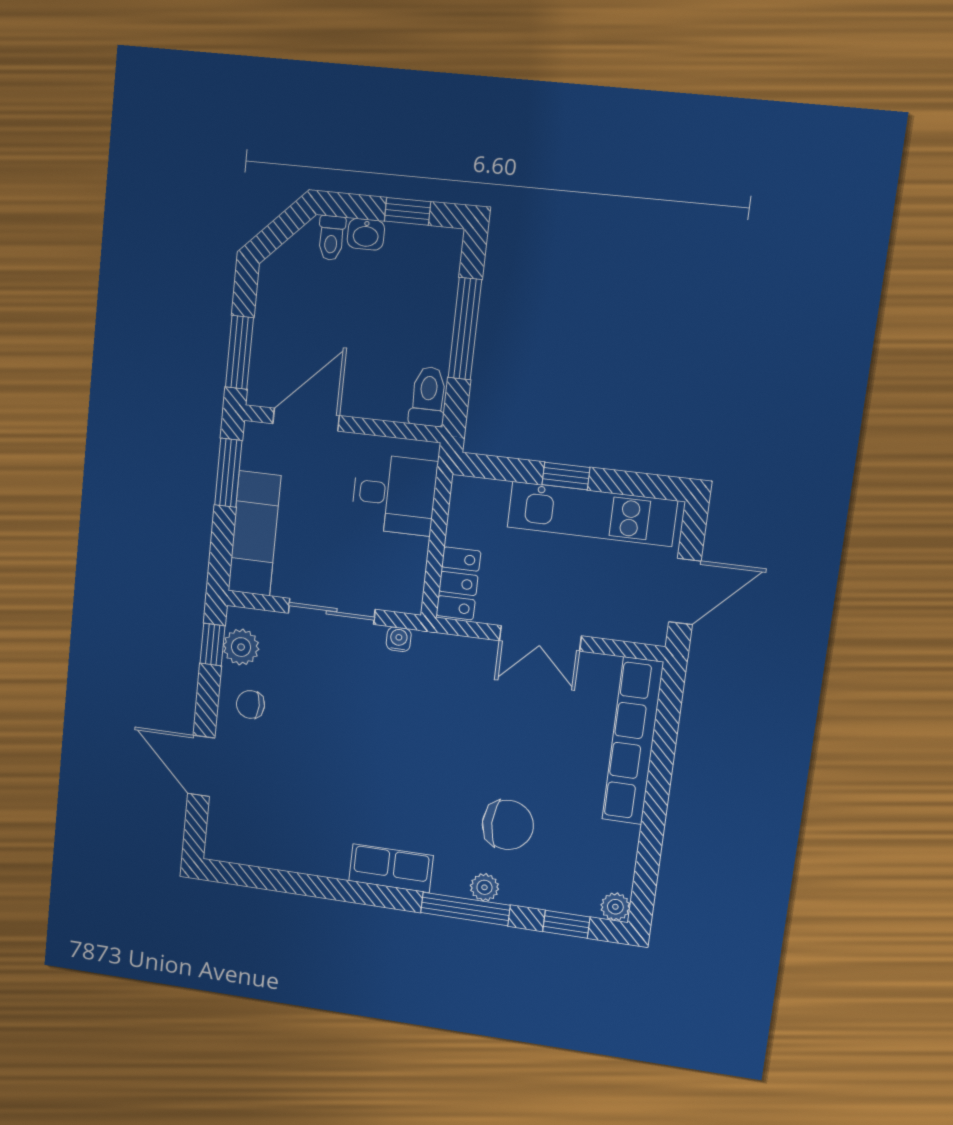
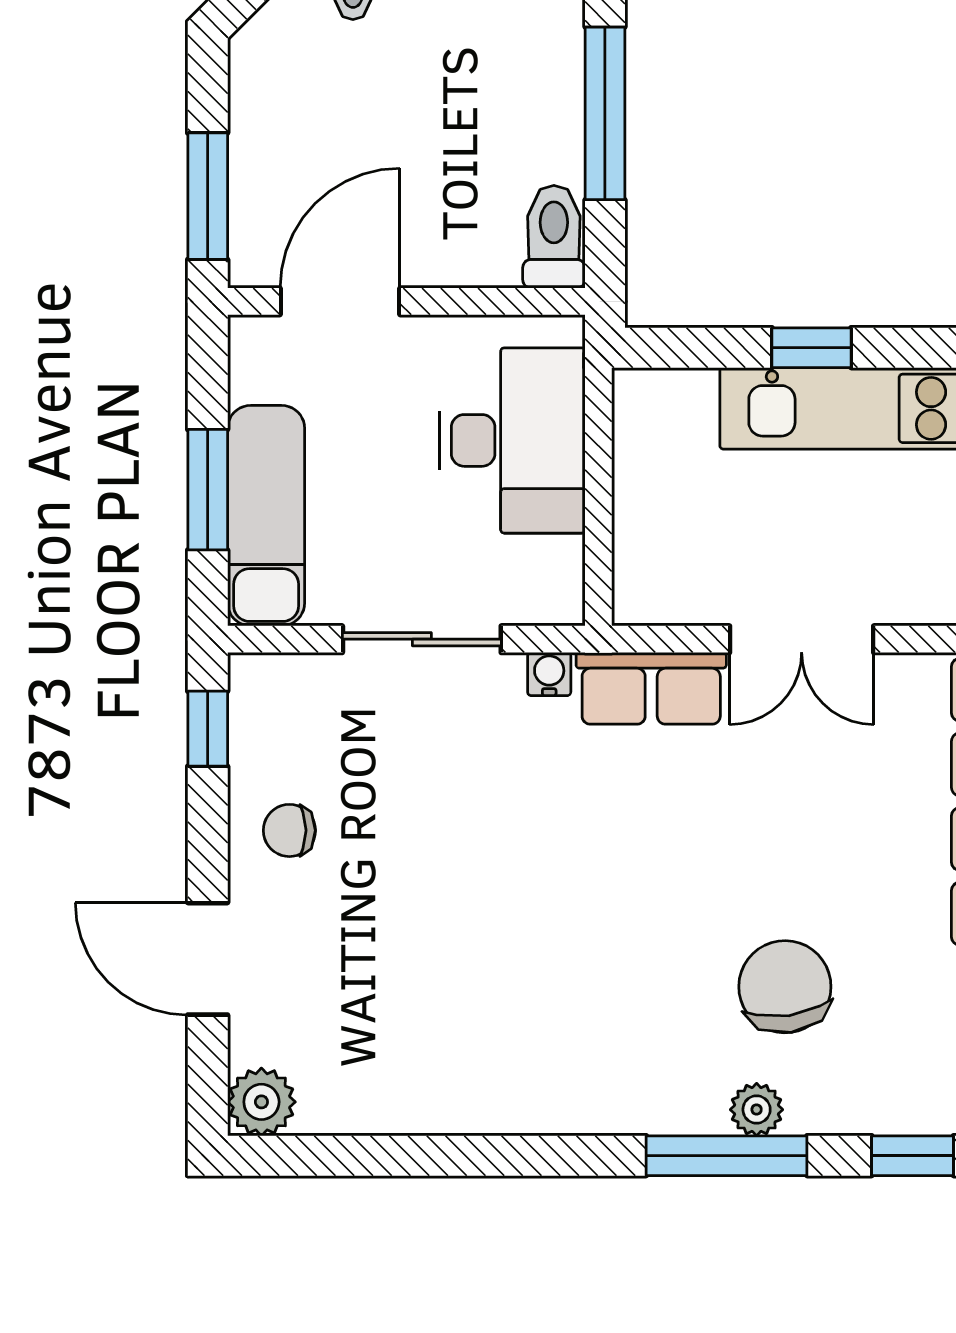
window: (228, 473) -> (208, 490), moved
desk: (394, 494) -> (512, 440), width x1.37
locker: (458, 583) -> (645, 560), removed
plant: (241, 647) -> (261, 1102), moved
chair: (508, 825) -> (785, 987), turned -98
row of seats: (391, 868) -> (651, 688), moved, turned 180

